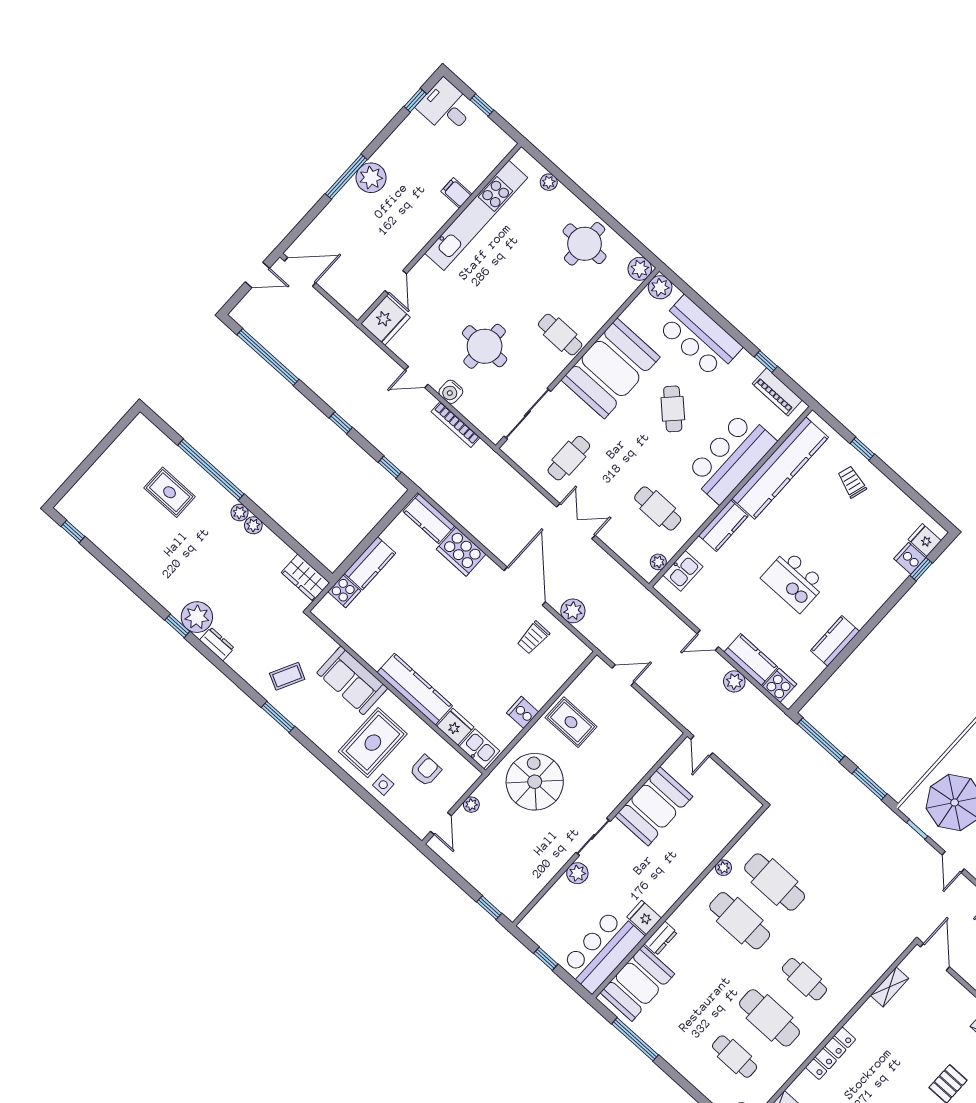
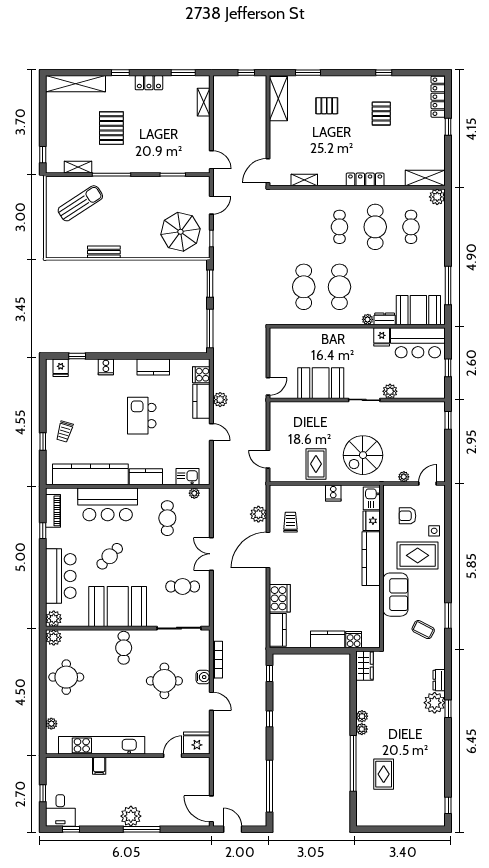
cooker: (910, 558) -> (106, 367), moved
kitchen island: (794, 581) -> (142, 416), turned 180
trolley: (533, 638) -> (290, 522), turned -90
plant: (723, 868) -> (368, 319), moved

